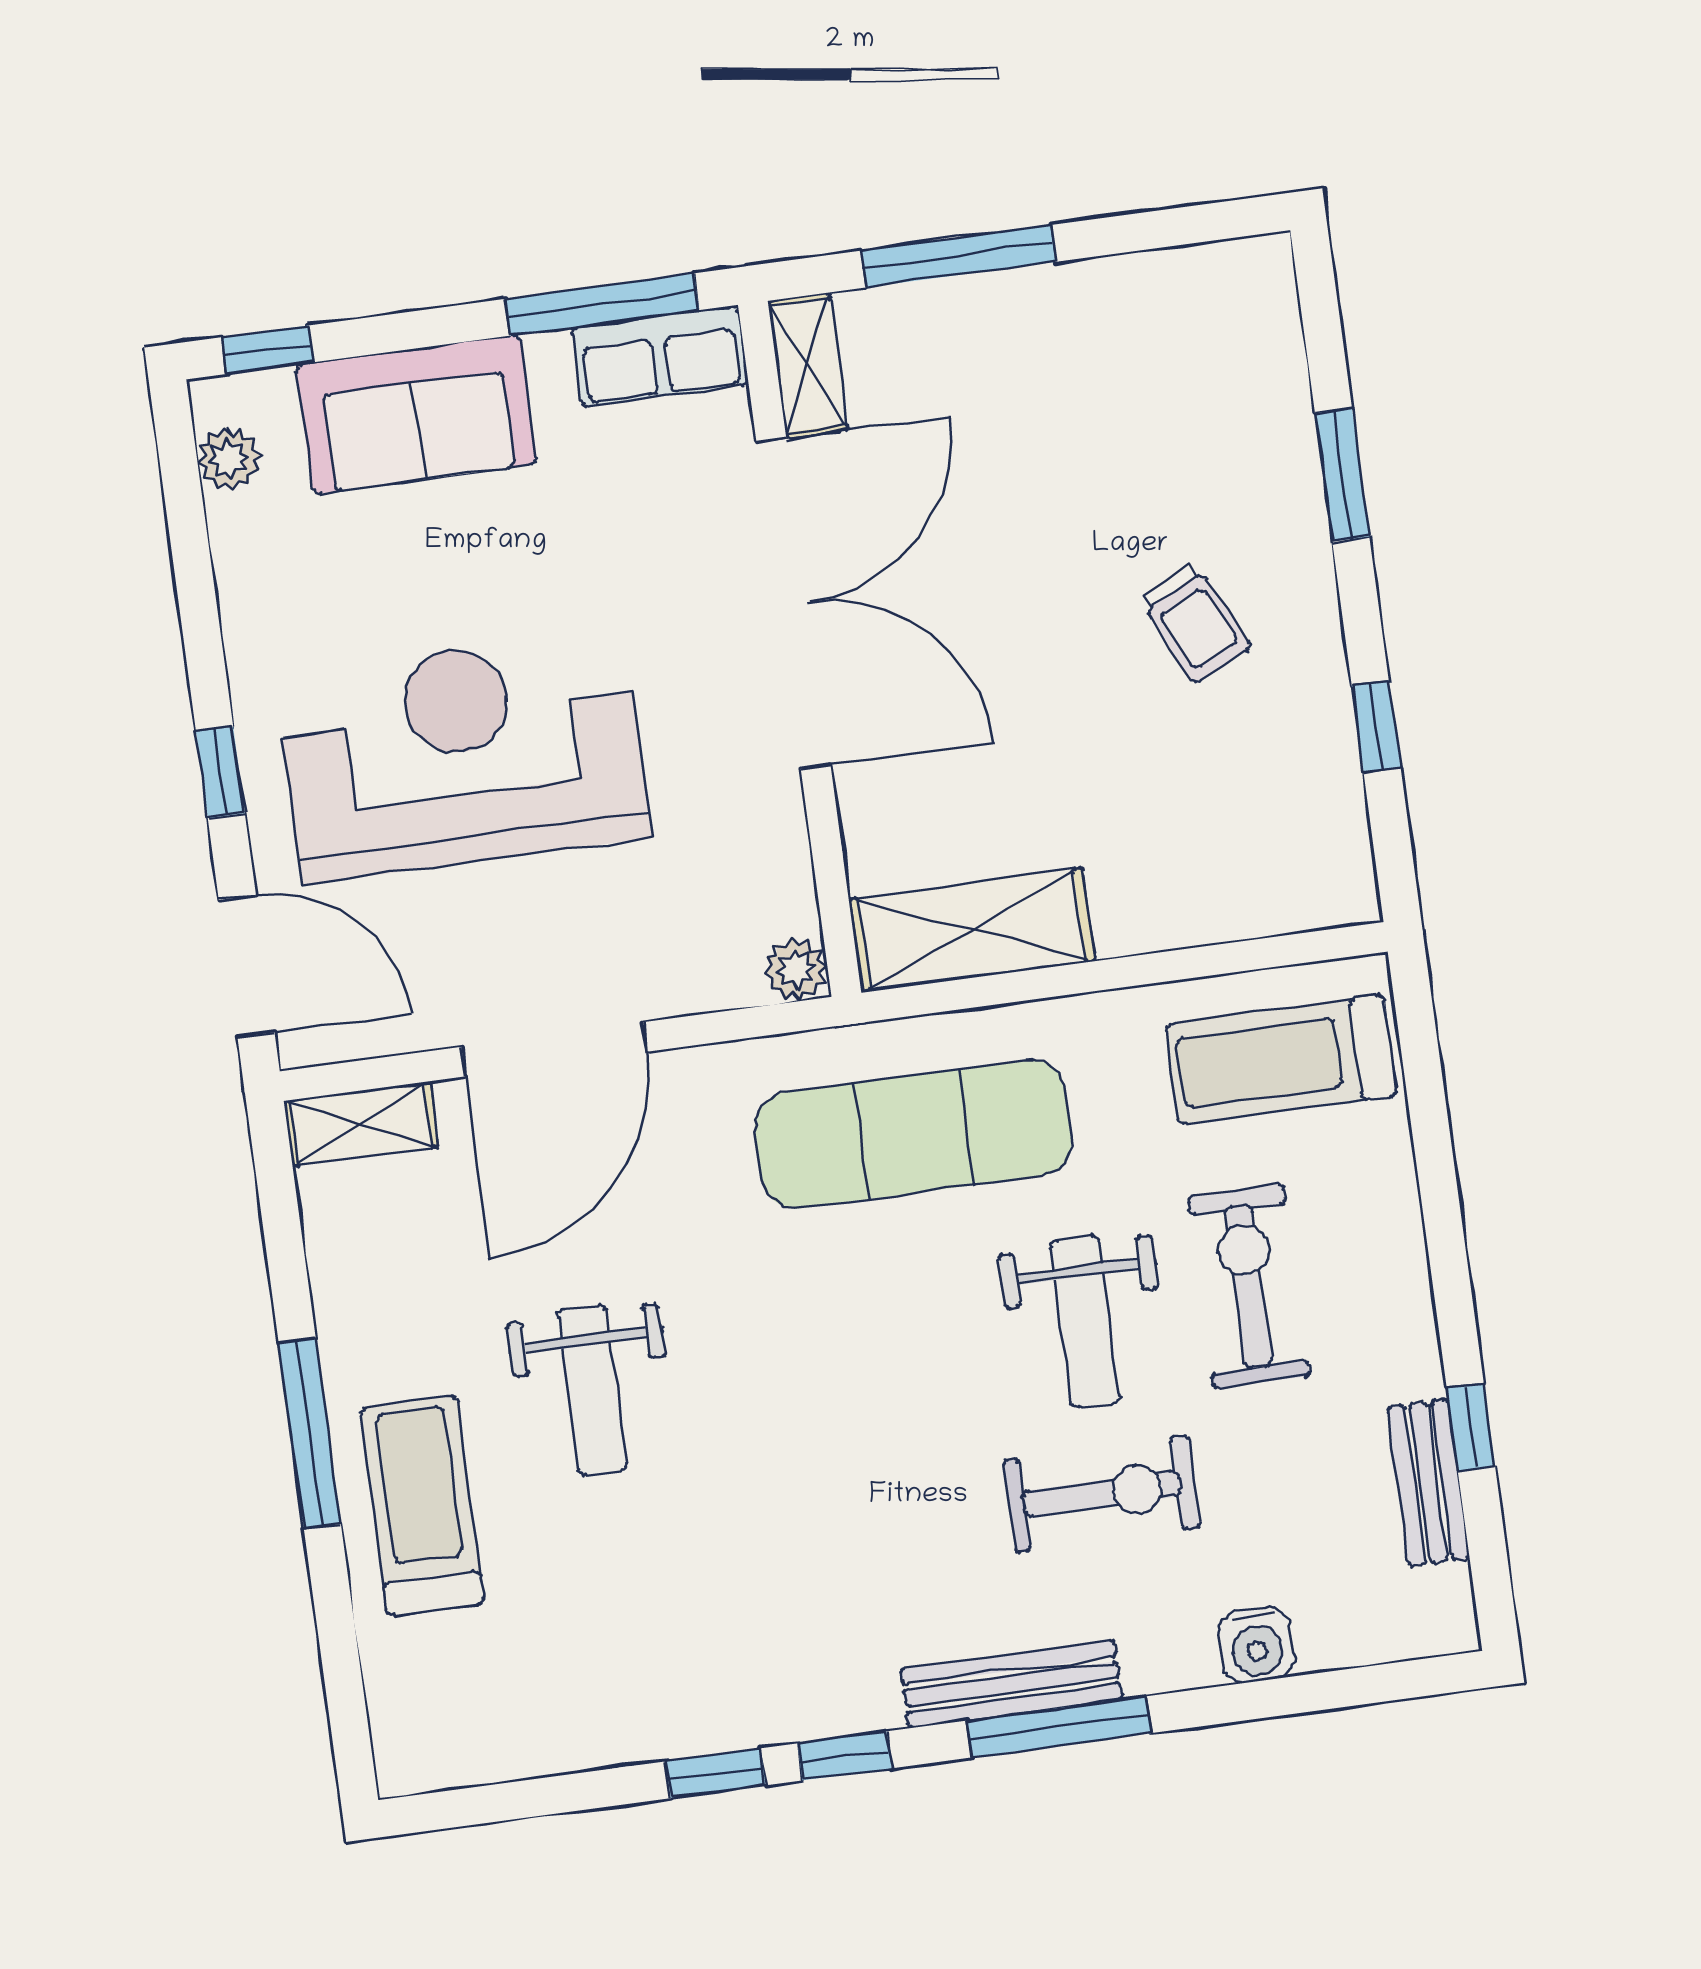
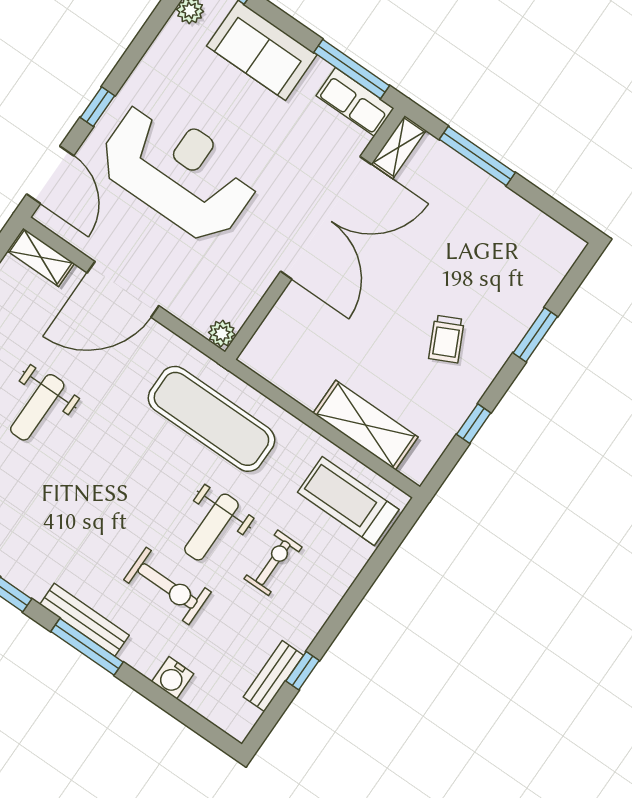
shelving: (972, 930) -> (366, 425), moved
exercise bike: (1249, 1286) -> (273, 563), width x0.73, depth x0.72

